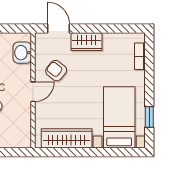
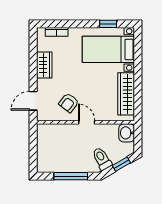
wardrobe: (86, 42) -> (44, 65), moved
washbasin: (22, 53) -> (127, 133), moved, turned 90

